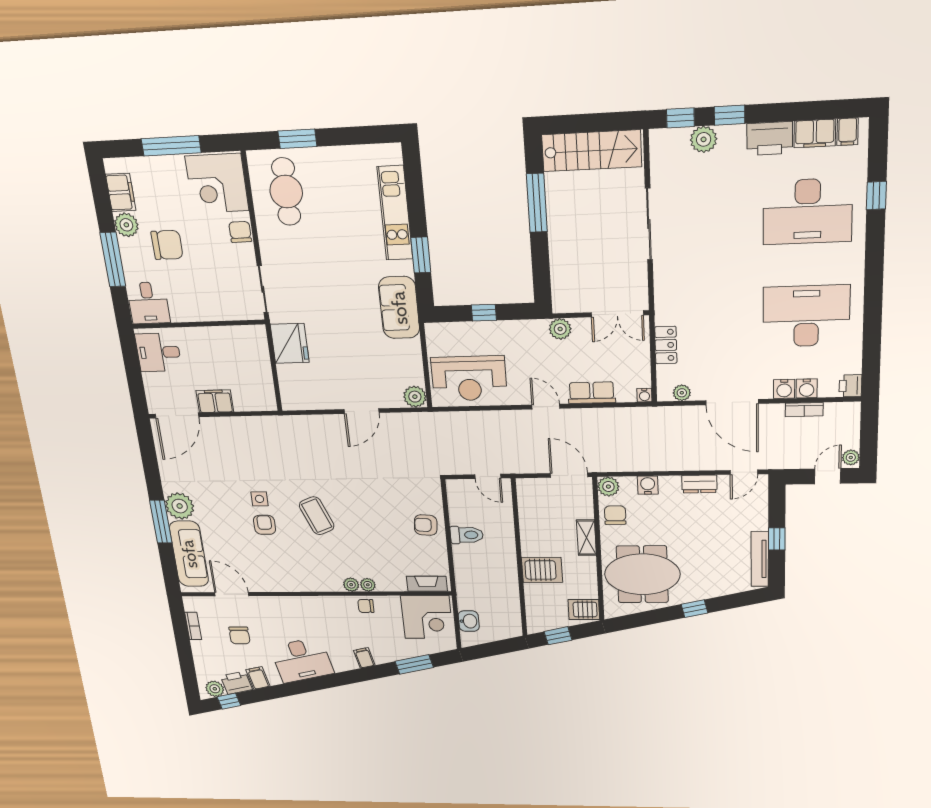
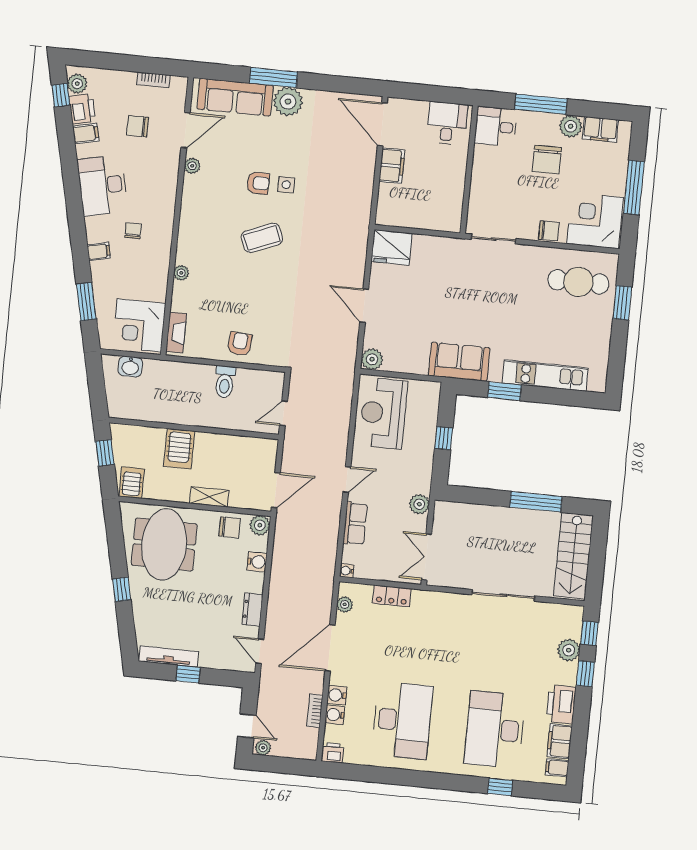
fridge: (290, 343) -> (392, 247), moved
plant: (351, 585) -> (192, 166), moved
chair: (366, 606) -> (133, 231), moved

